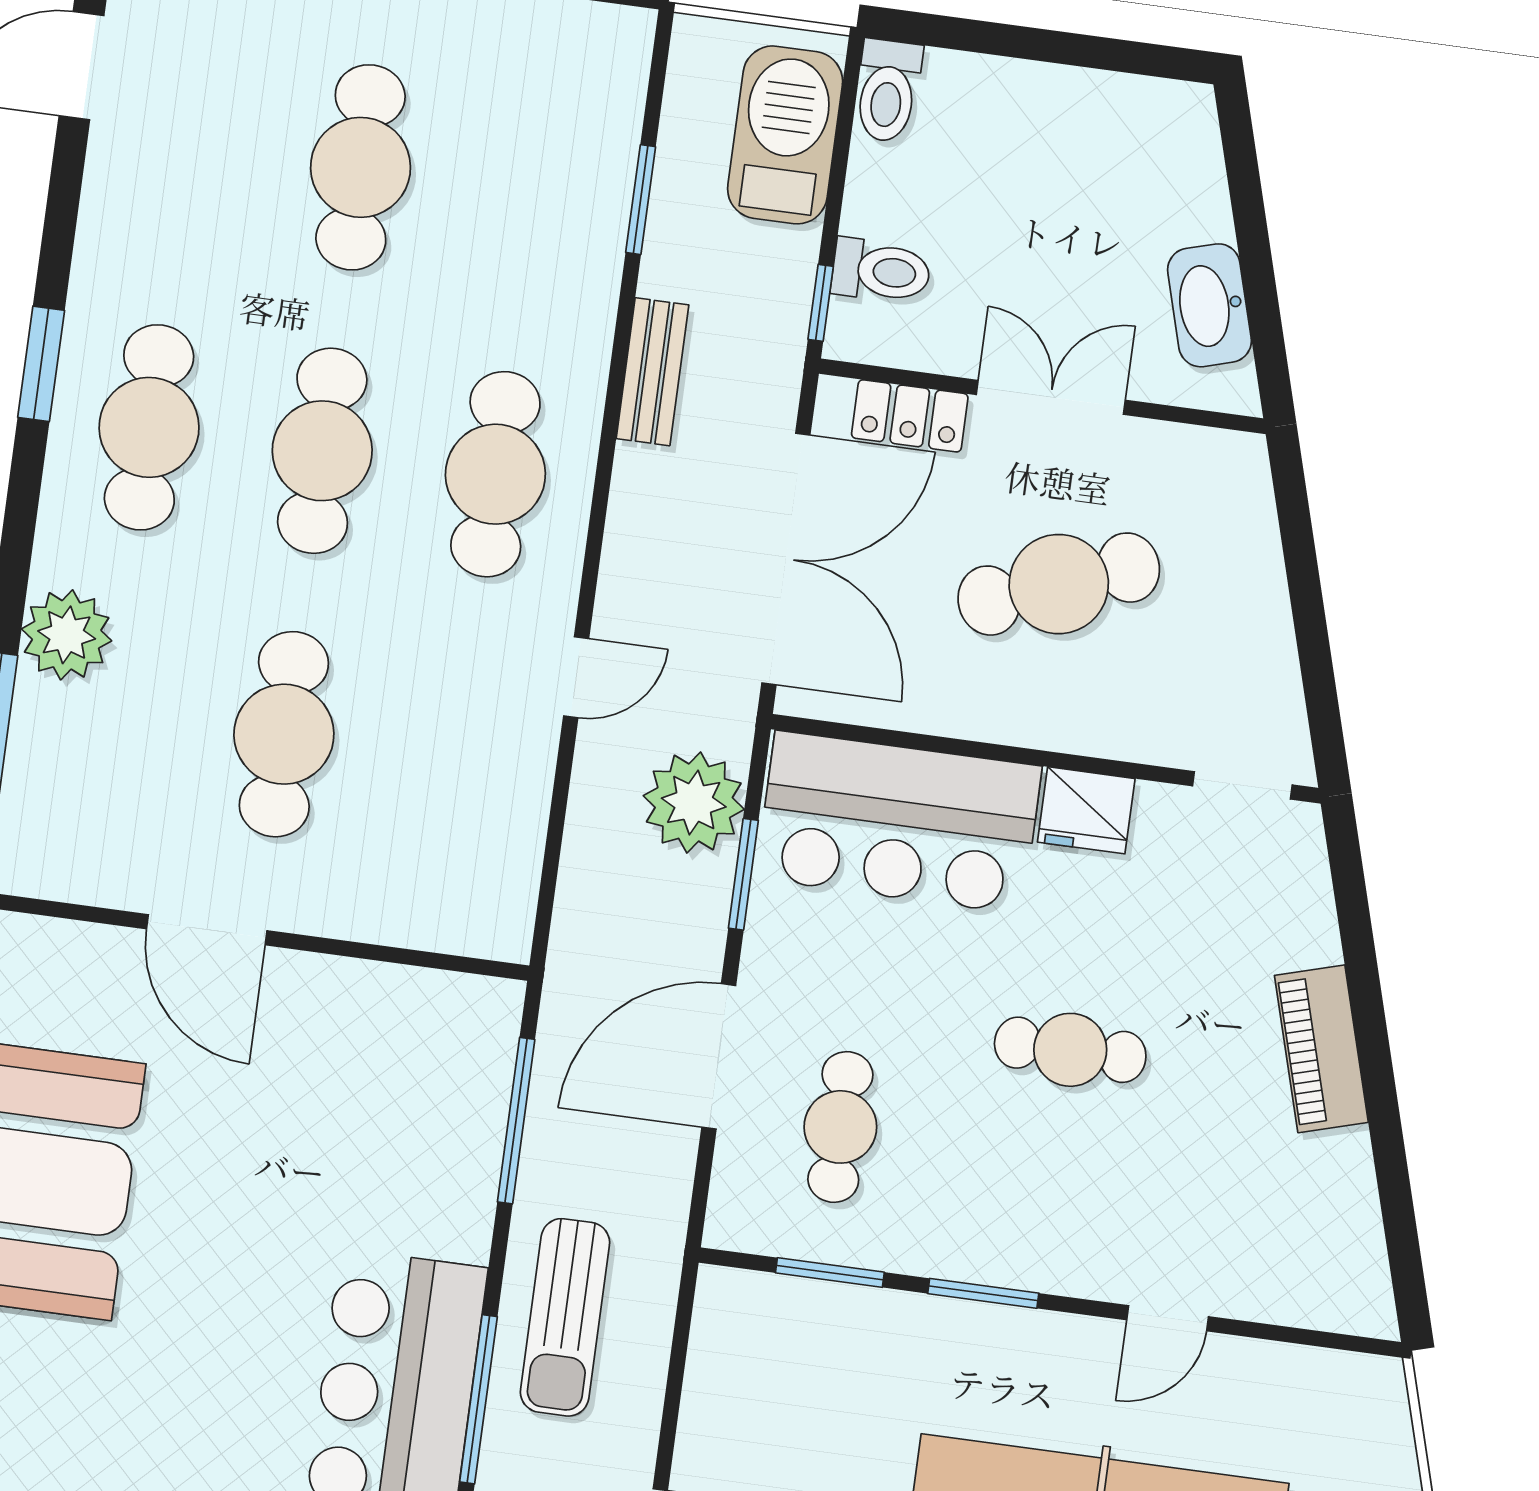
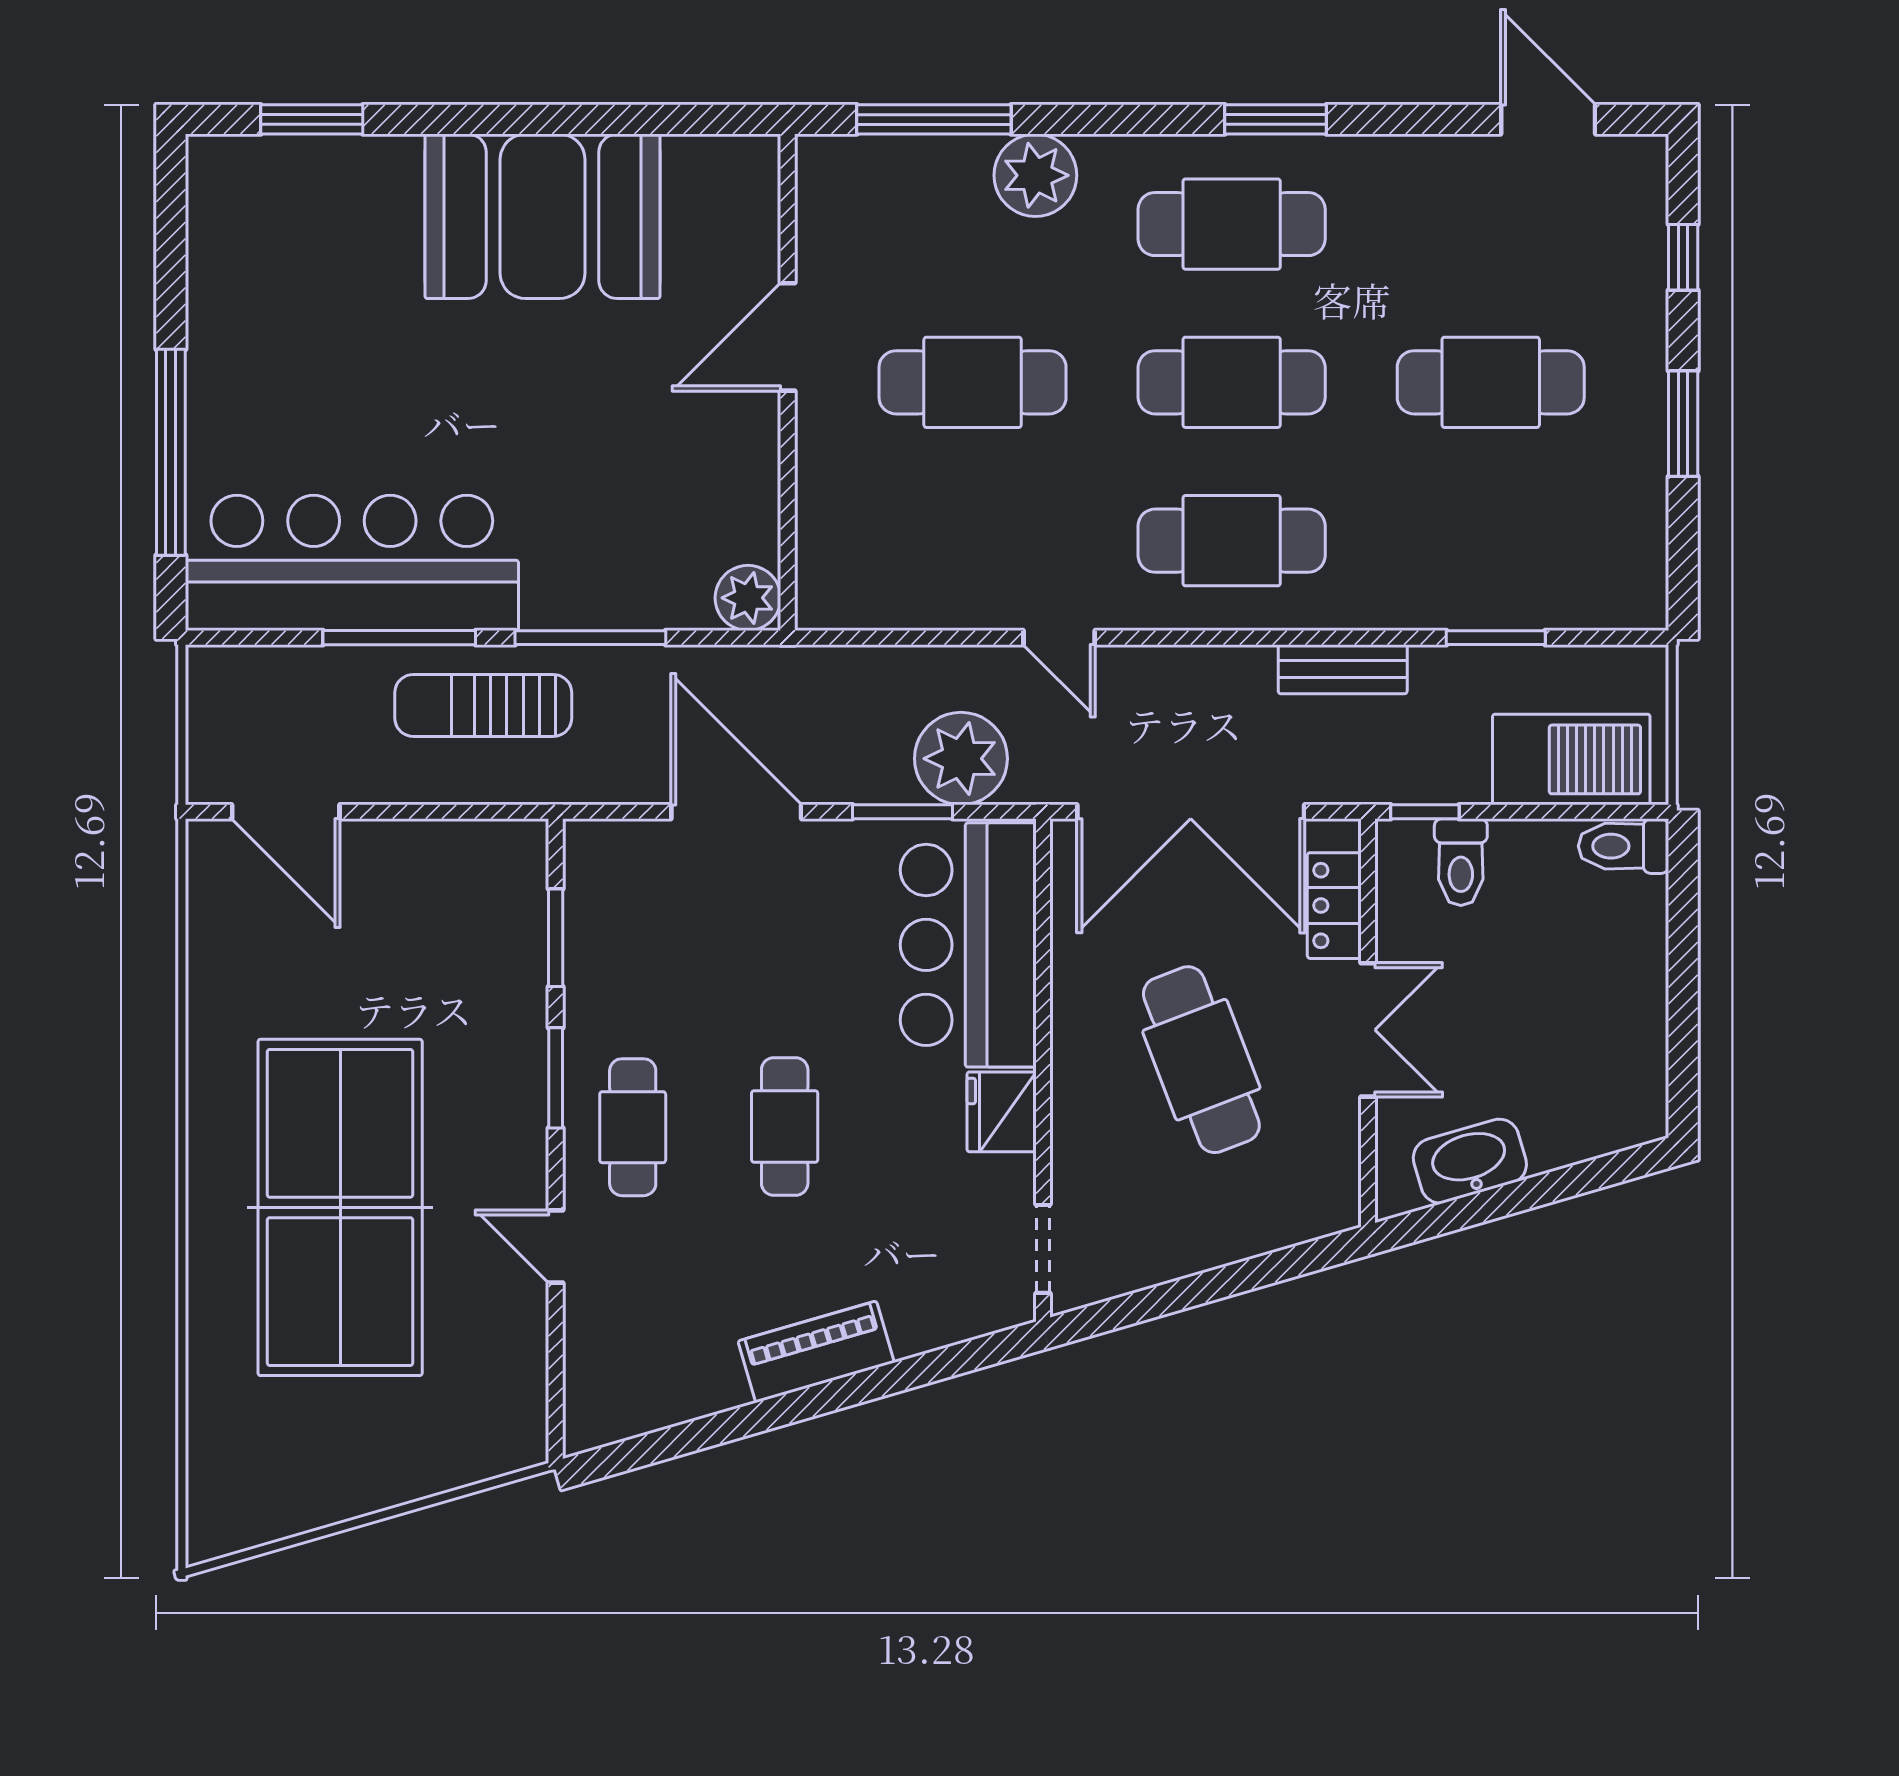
plant: (487, 1012) -> (748, 598), added
window: (516, 1121) -> (590, 638), moved
cafe table: (840, 1127) -> (633, 1127), moved, turned 90

